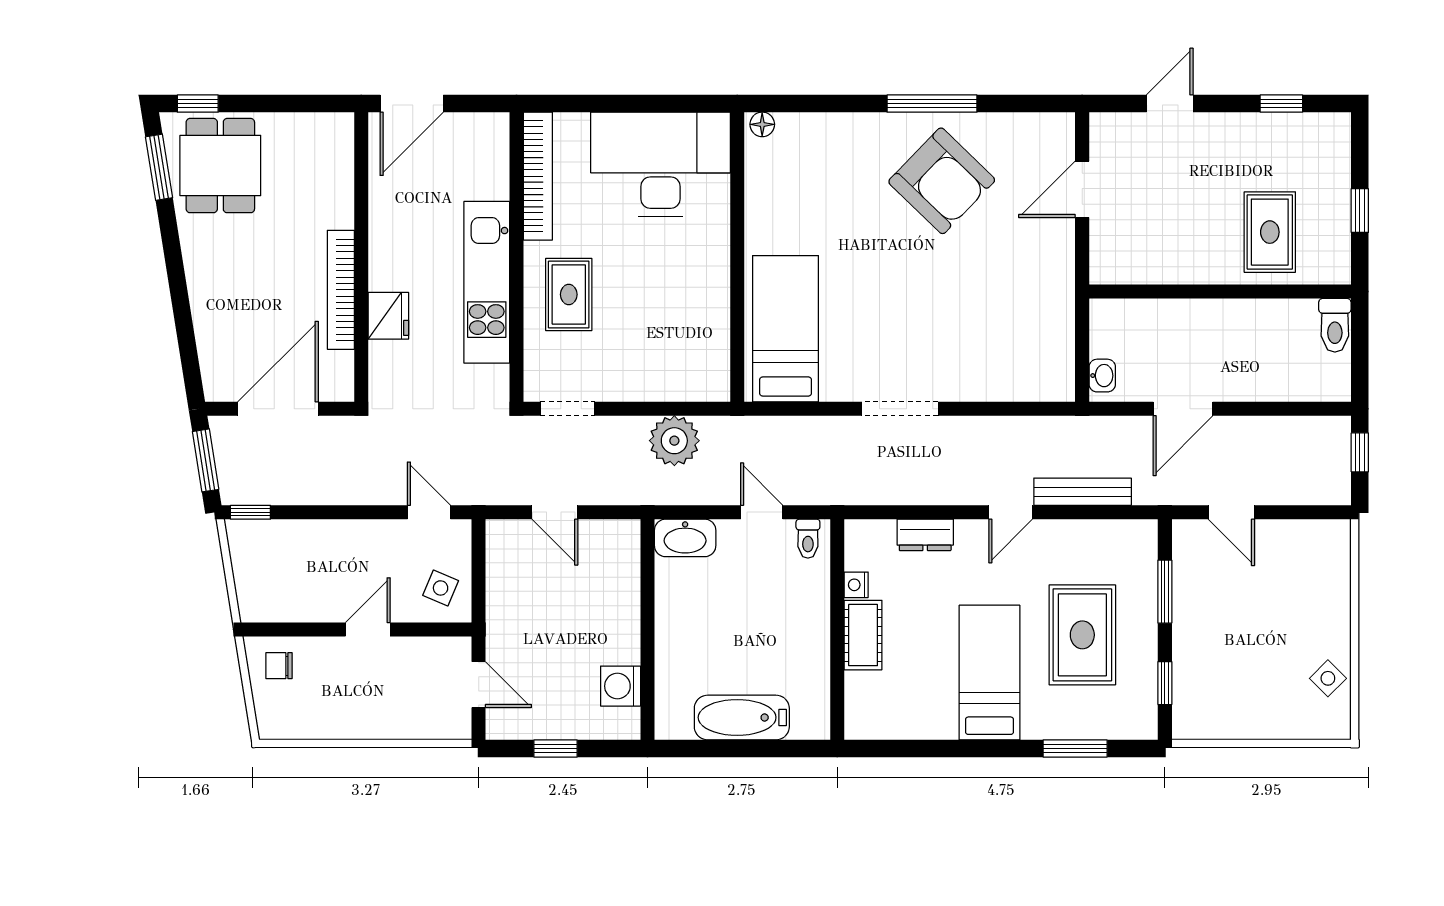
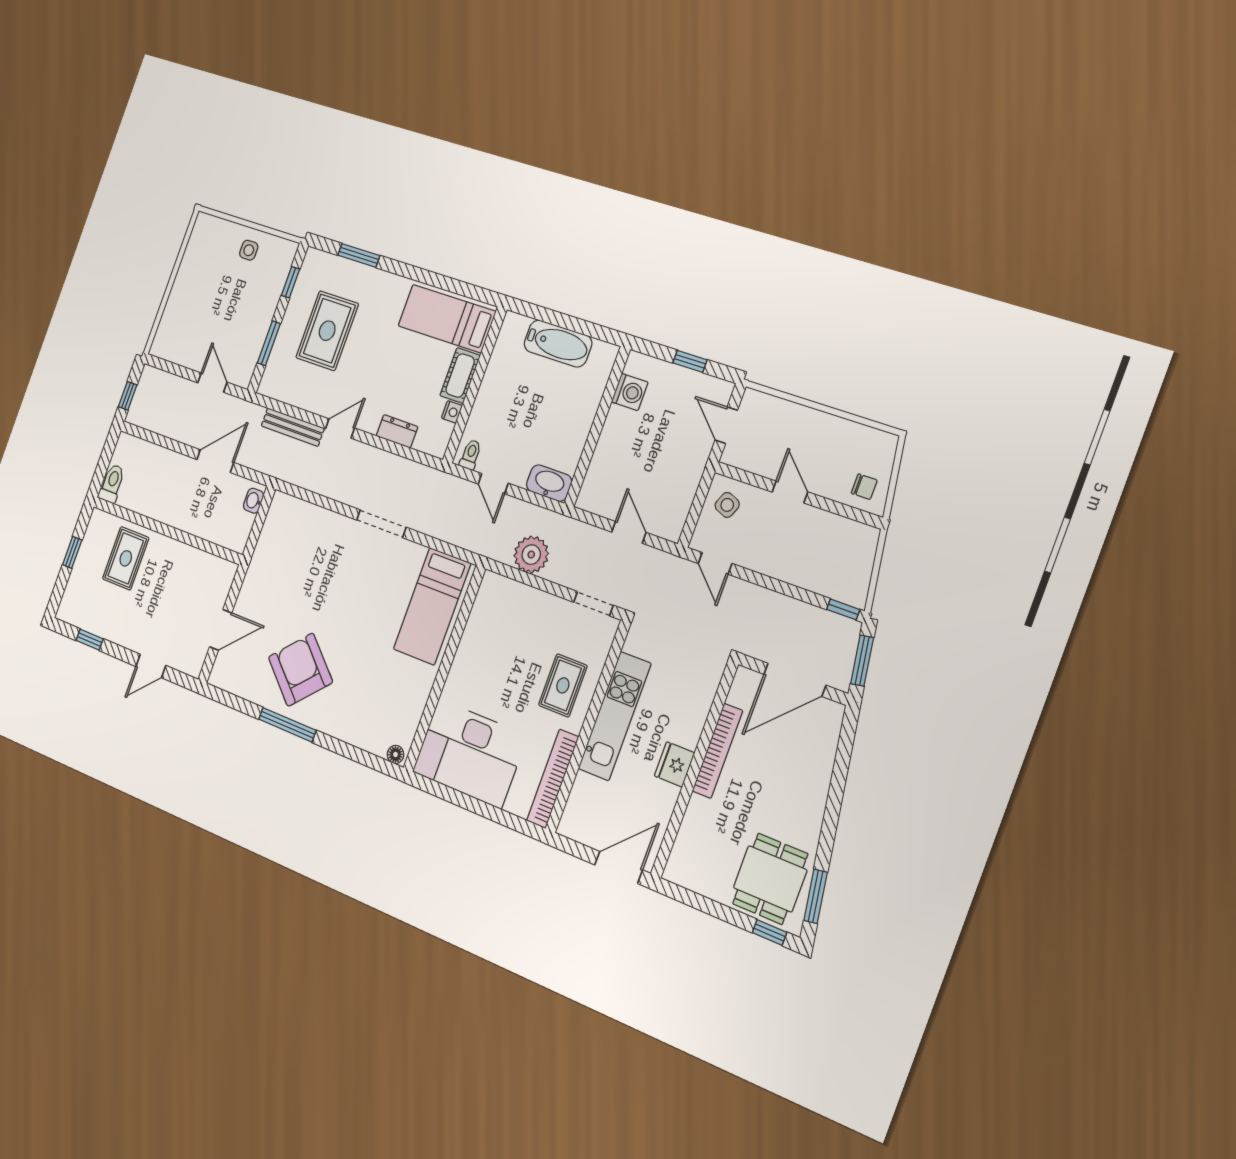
fridge: (388, 316) -> (674, 764), moved
door: (368, 630) -> (790, 492), swing flipped
bed: (989, 673) -> (447, 319), moved, turned 90
side table: (1328, 678) -> (249, 250), moved, turned 45

